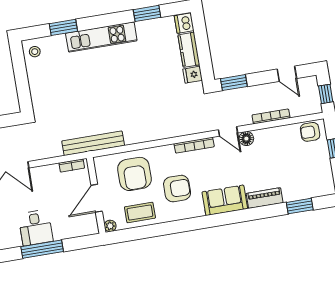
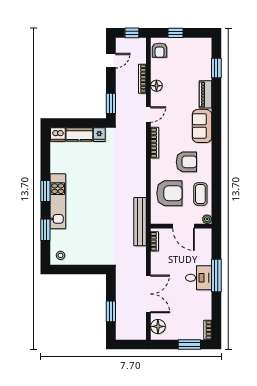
window: (147, 13) -> (45, 191), moved
floor lamp: (246, 139) -> (156, 86), moved
armchair: (177, 189) -> (186, 162), turned 90

